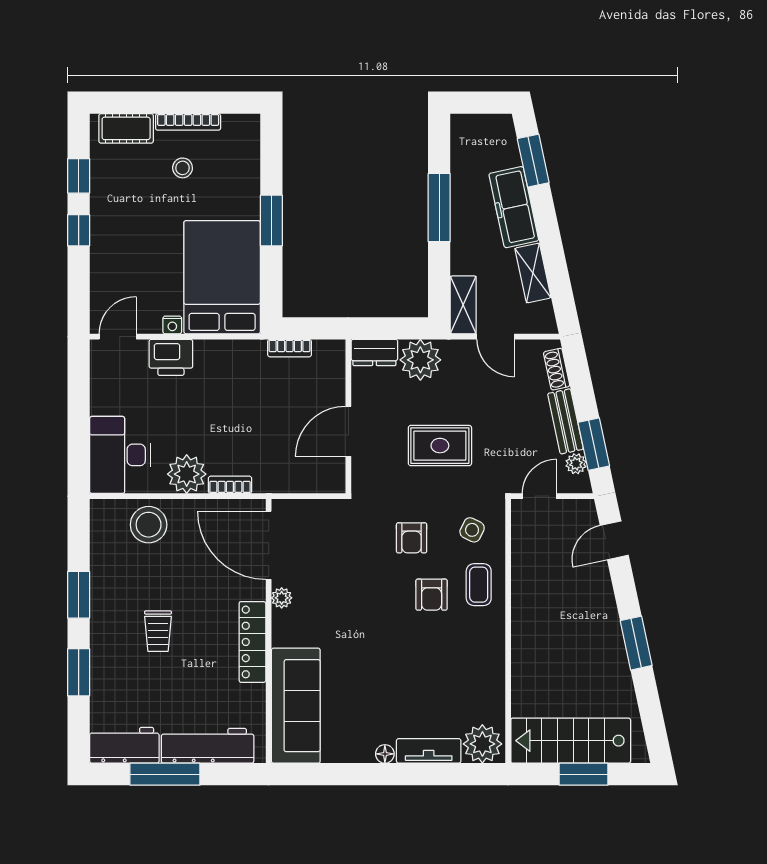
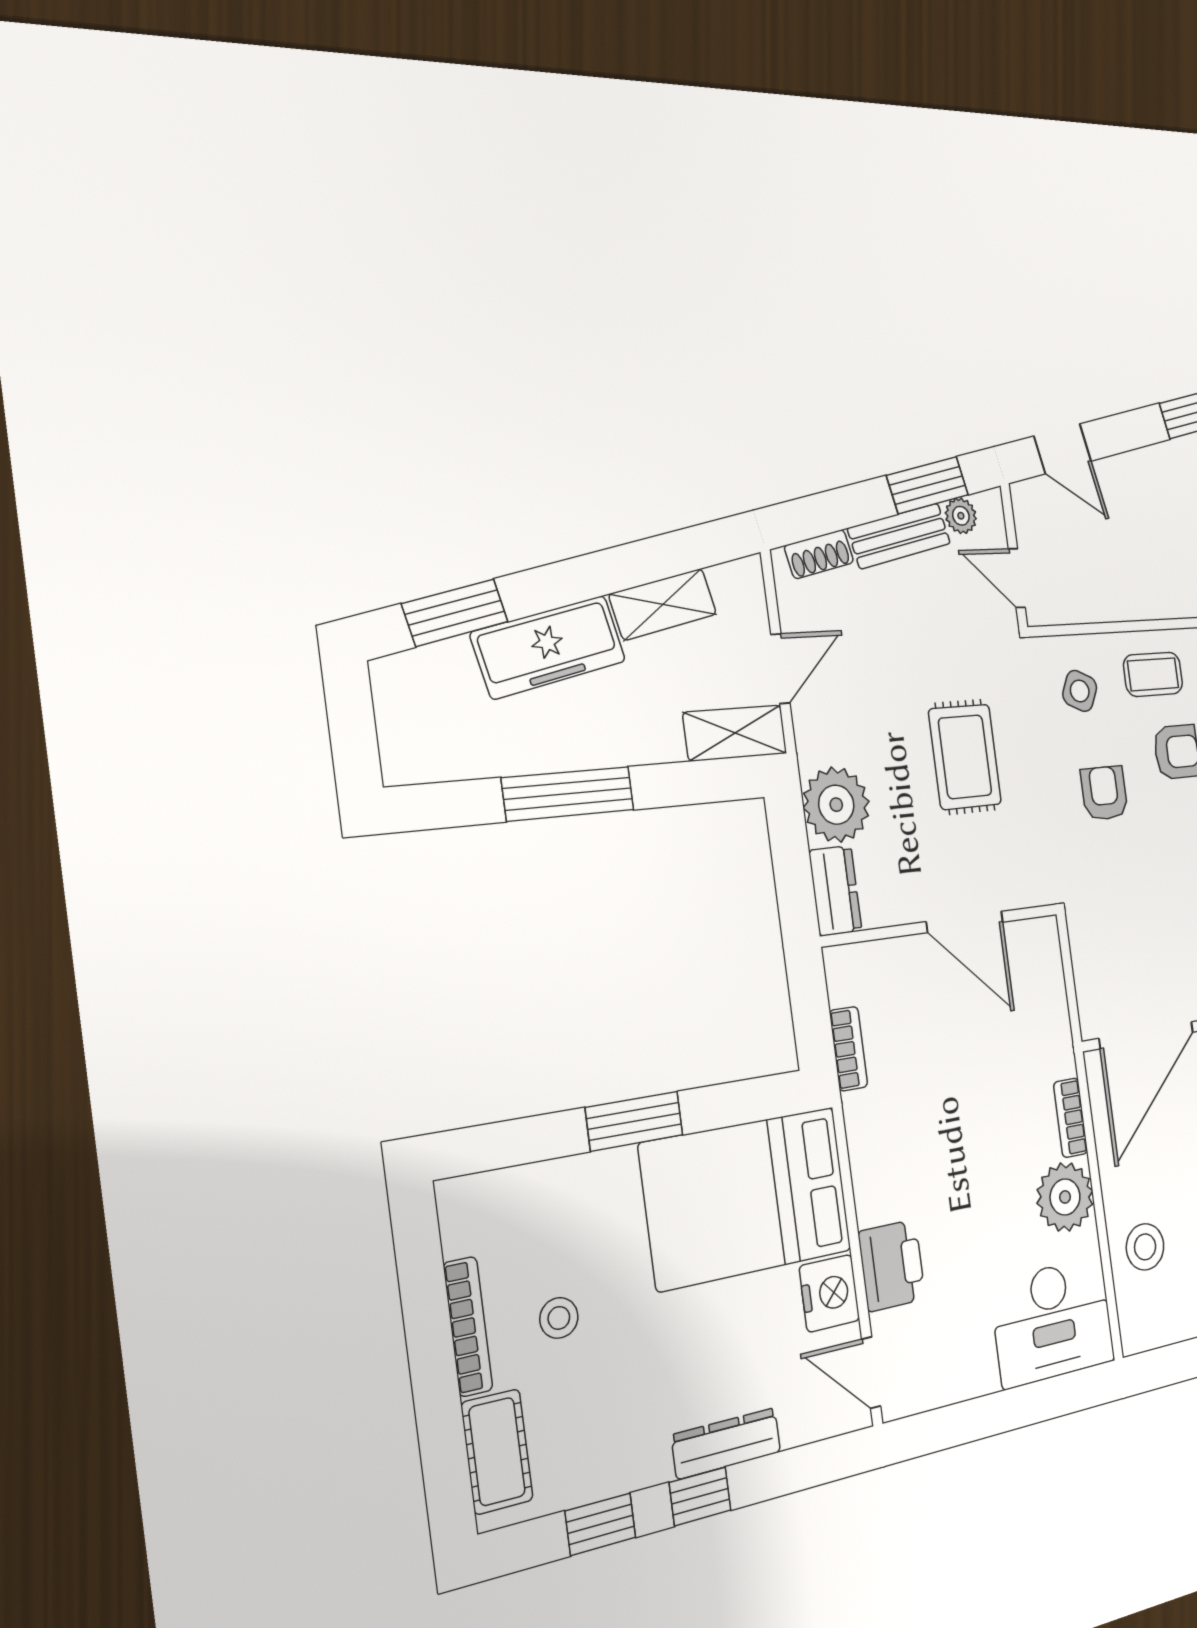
dresser: (101, 248) -> (726, 1443), added
nightstand: (172, 325) -> (830, 1293), width x1.89, depth x1.79
stool: (149, 525) -> (1145, 1247), width x0.73, depth x0.73
armchair: (412, 538) -> (1104, 793), turned -90

